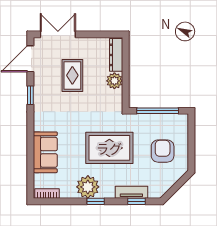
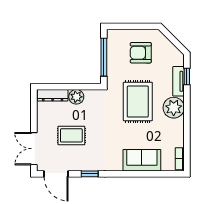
plant: (88, 187) -> (174, 108), moved
window: (96, 201) -> (187, 114), removed

